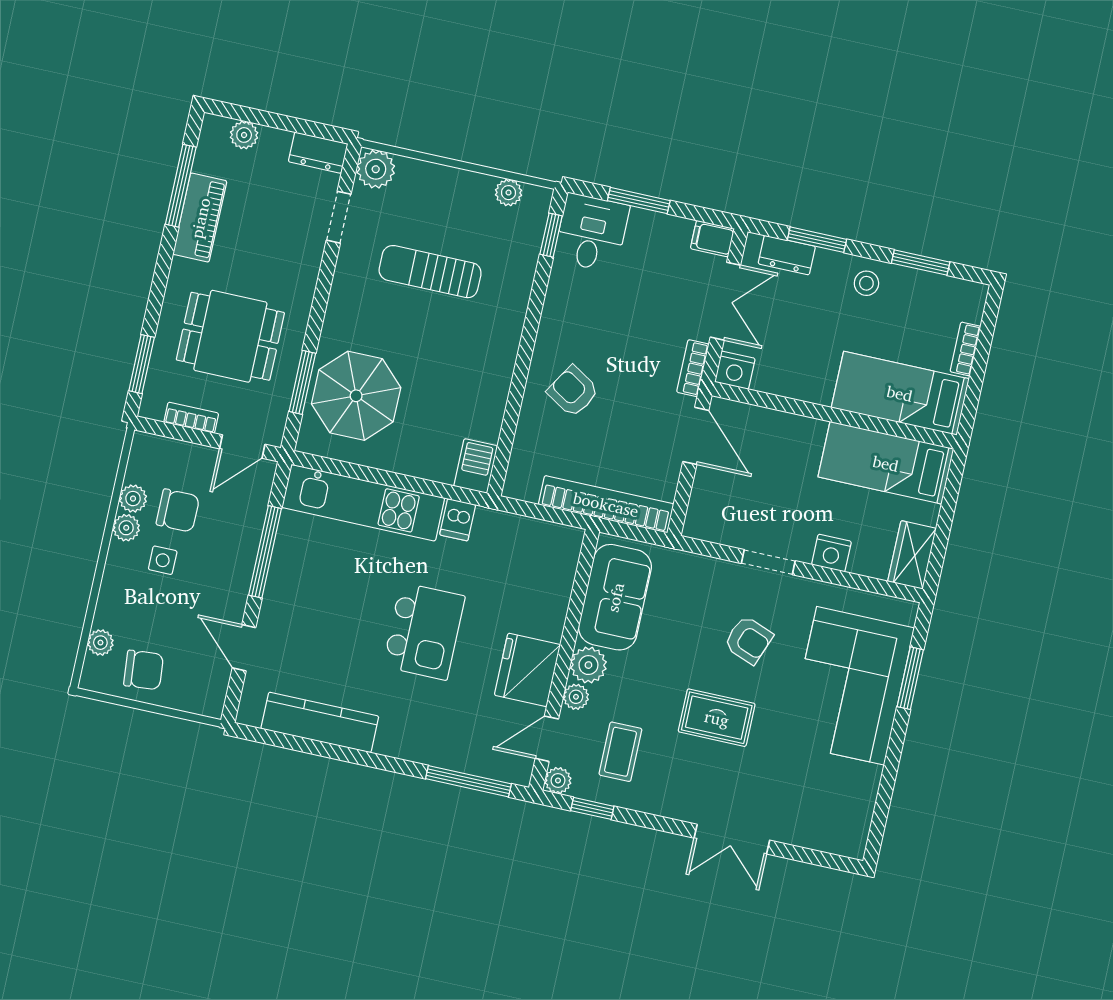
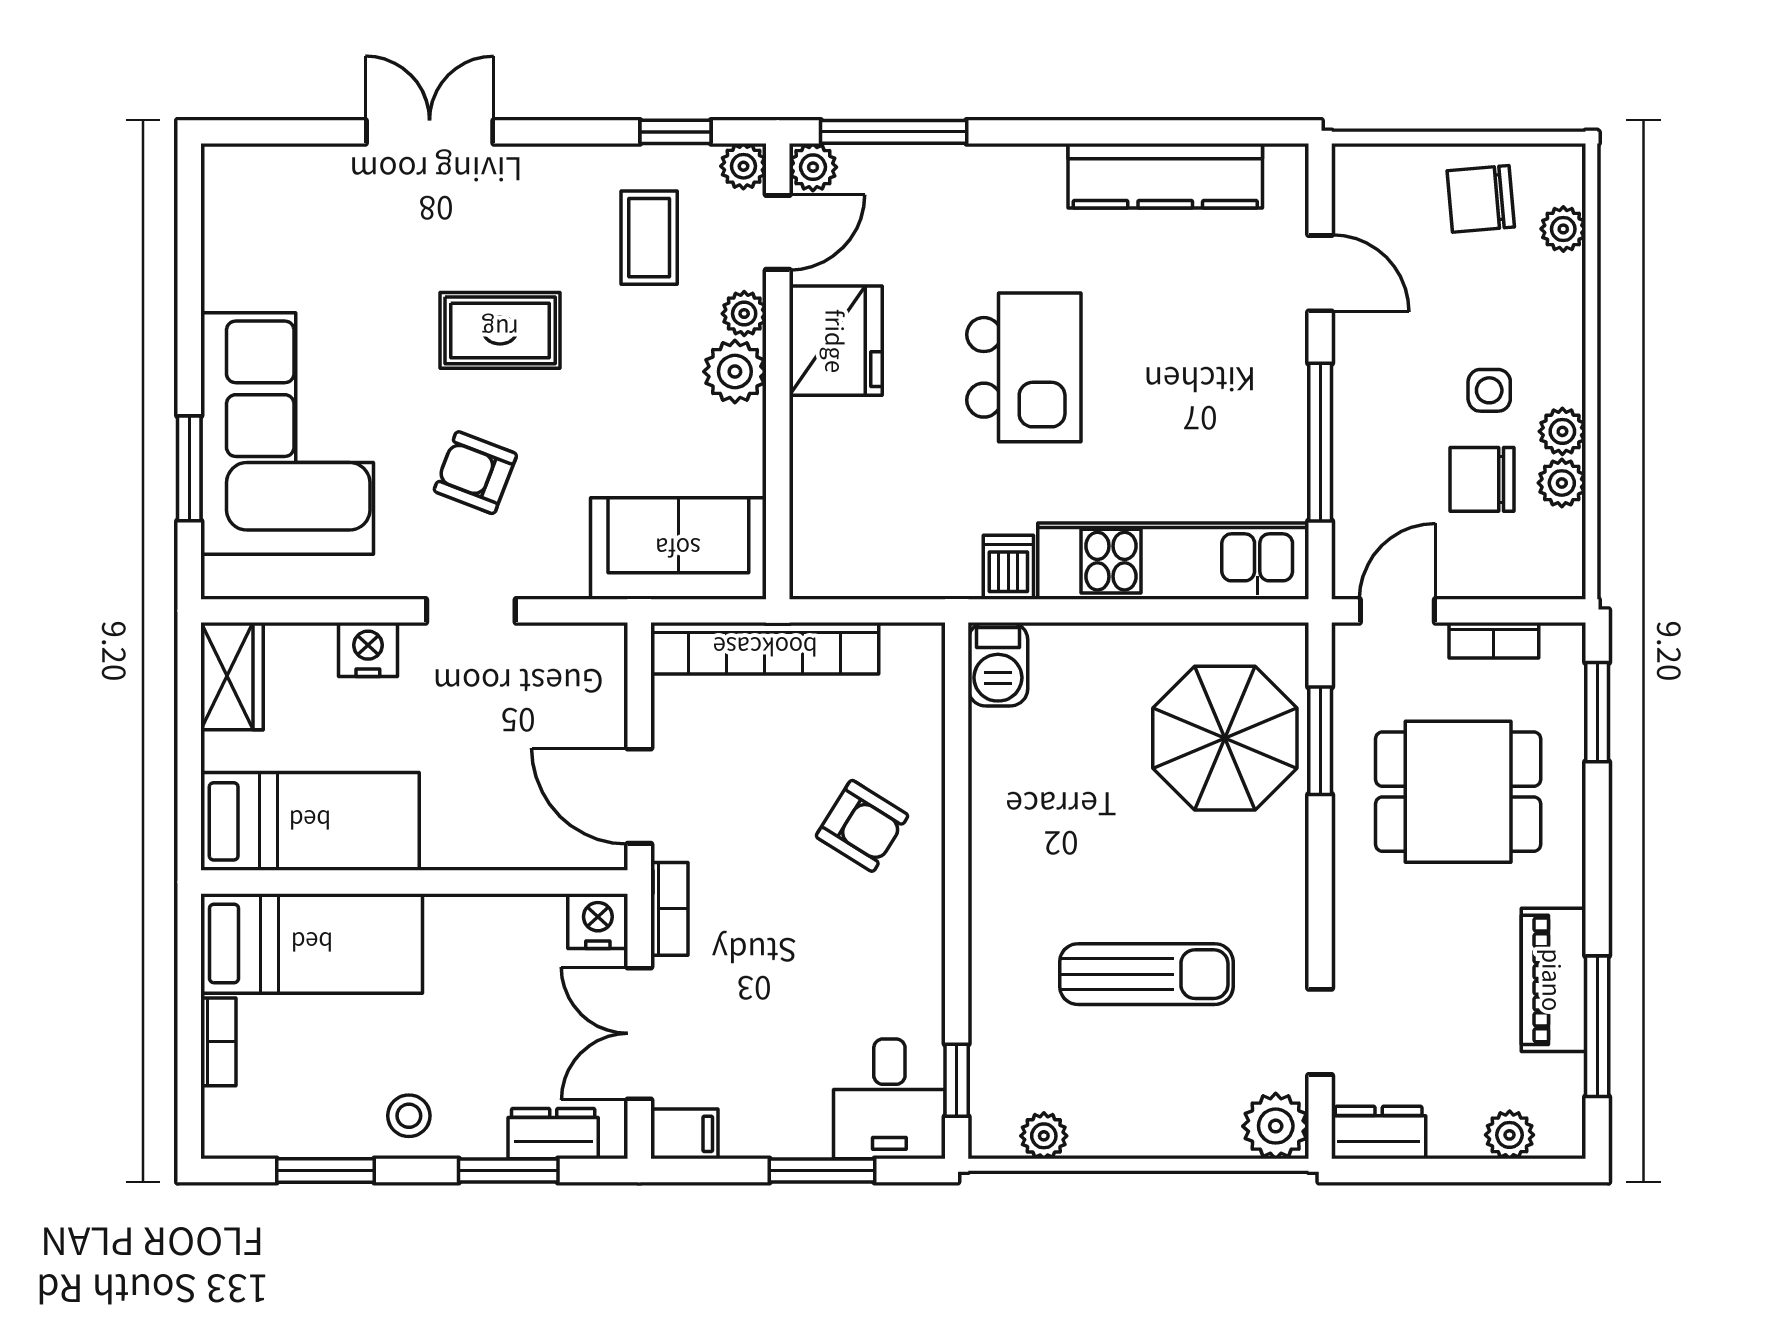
sofa: (615, 597) -> (678, 549), moved, turned 90
kitchen island: (424, 631) -> (1024, 367), turned 180
plant: (519, 771) -> (813, 167), added

